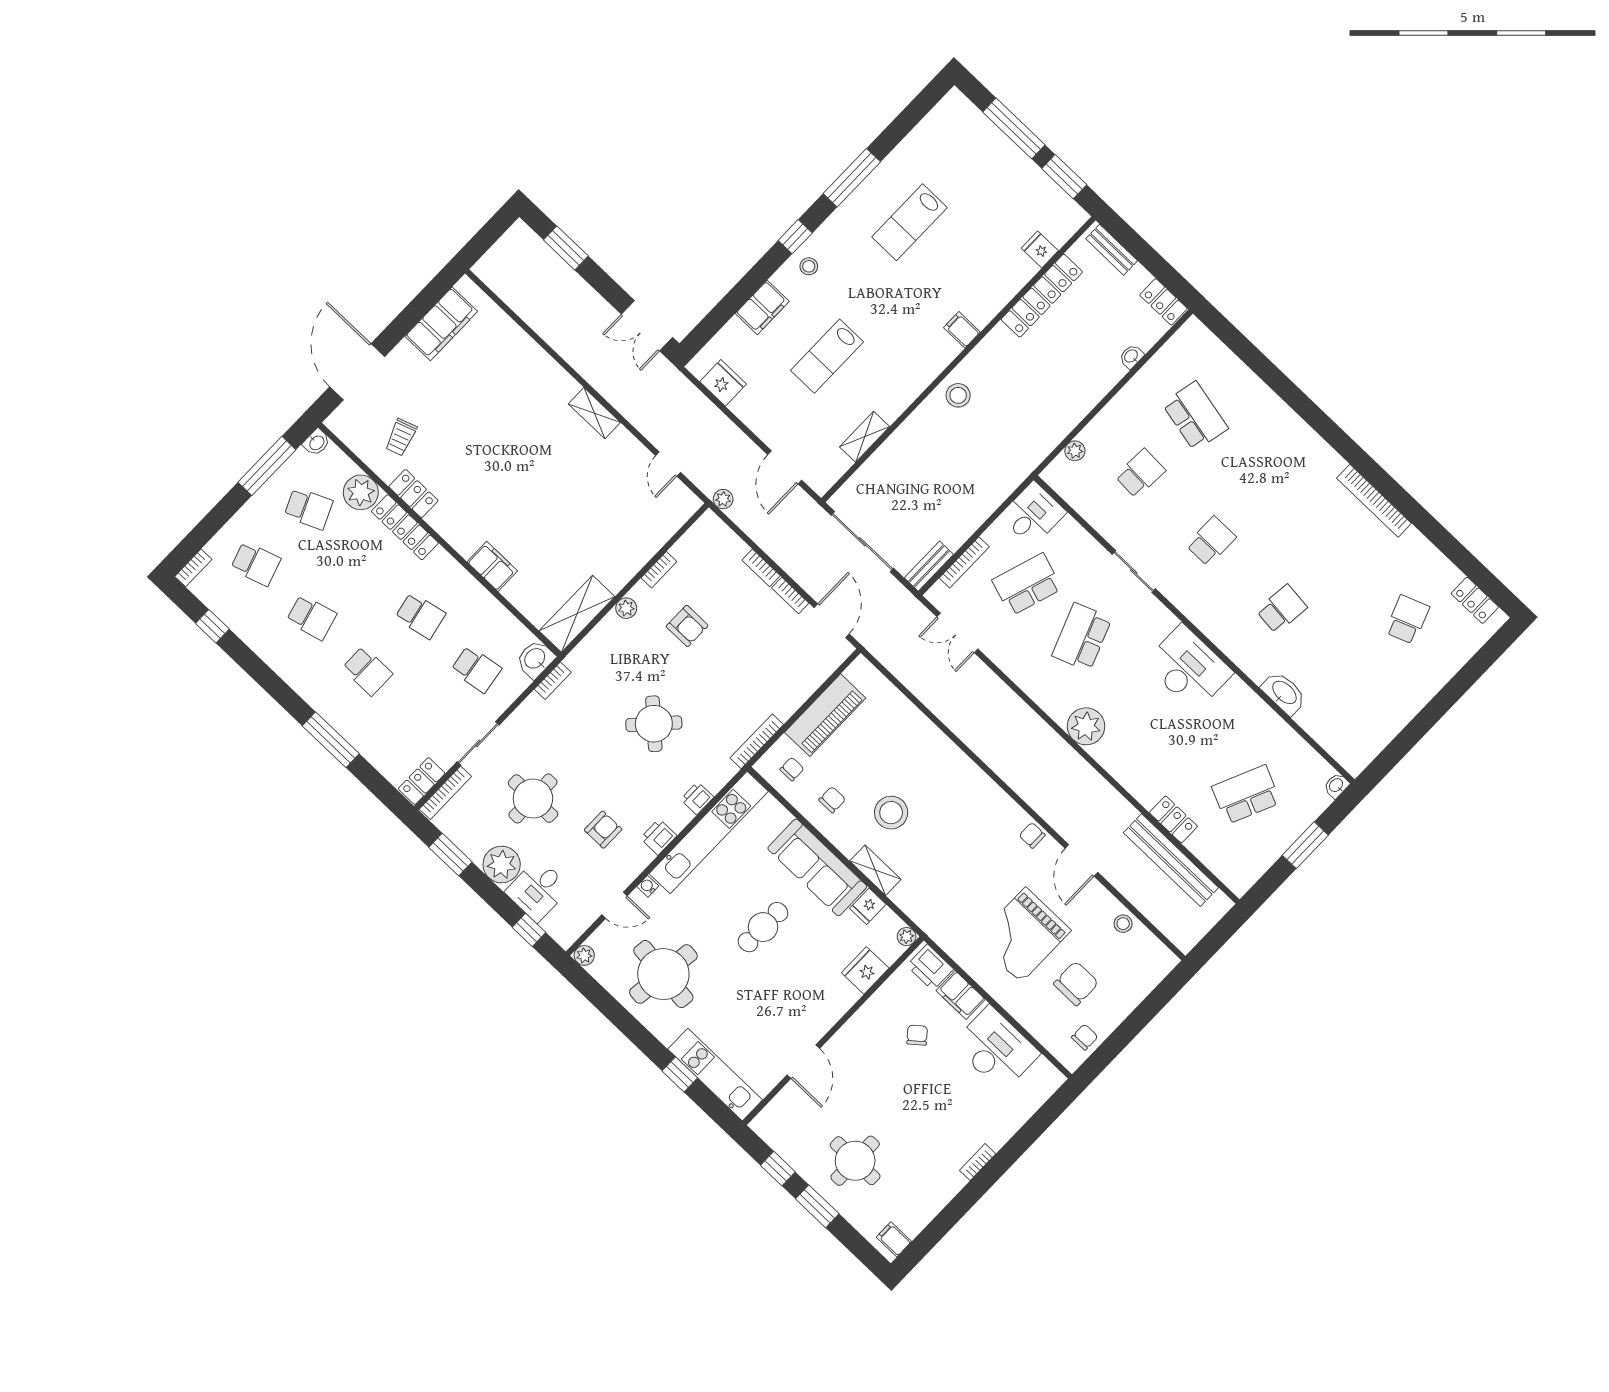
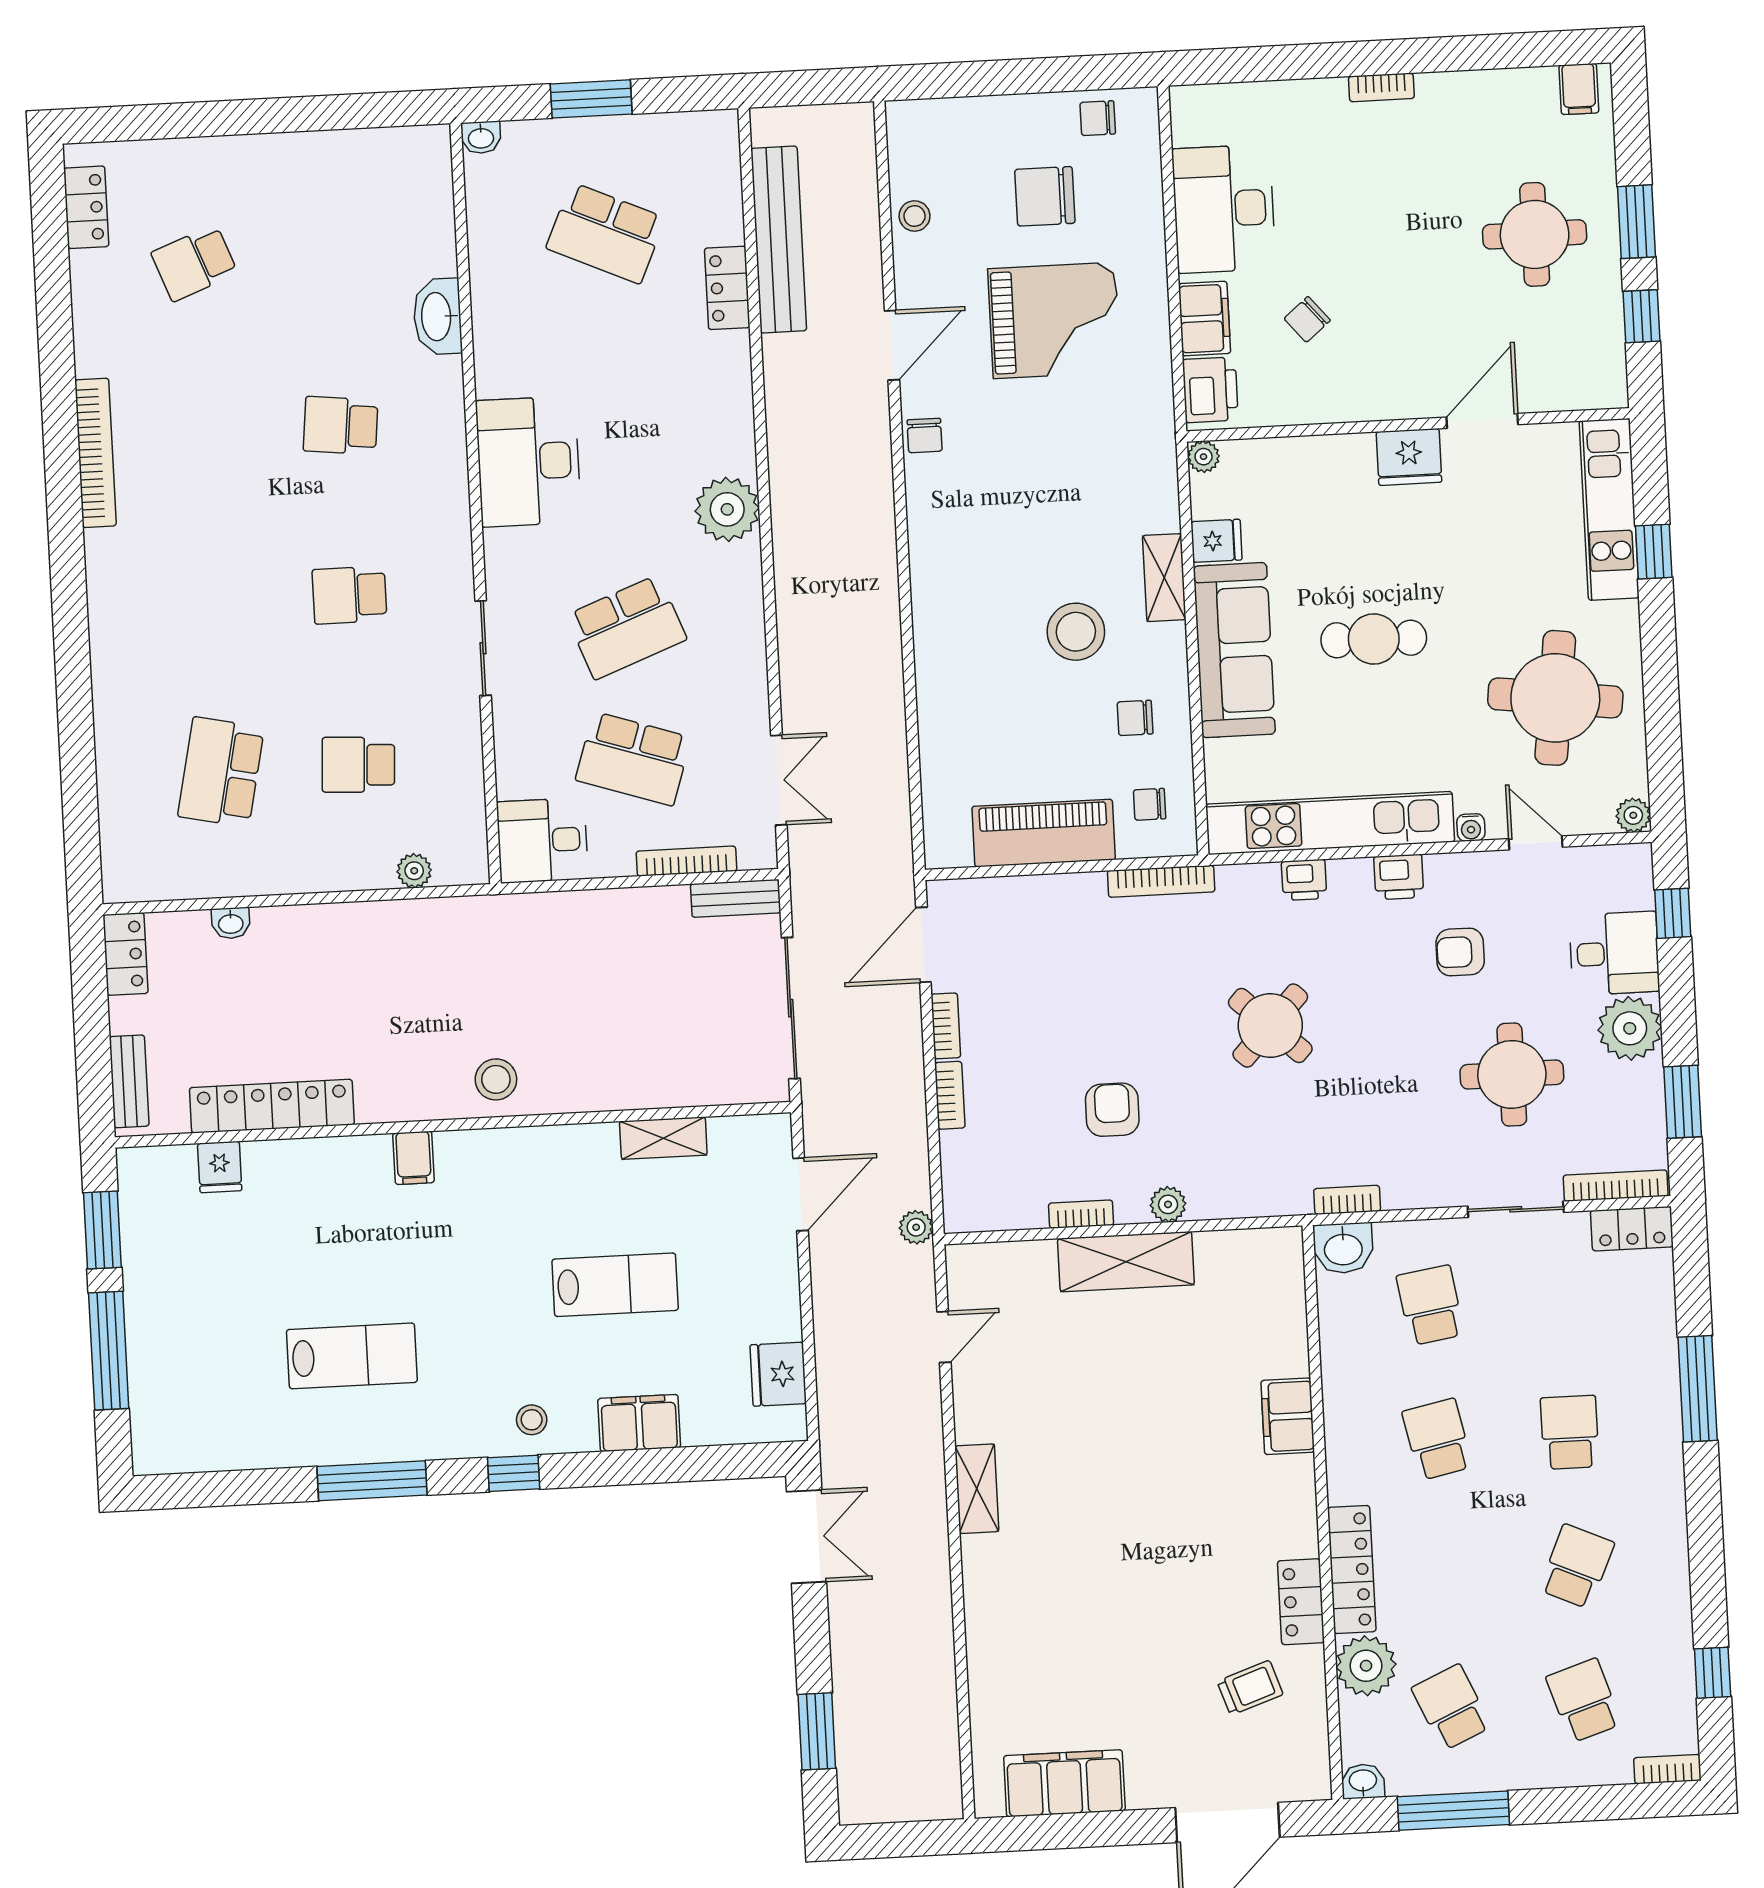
shelving: (577, 614) -> (1126, 1262), moved
school desk: (311, 617) -> (1577, 1566), turned 39
fridge: (865, 970) -> (1409, 457), moved

